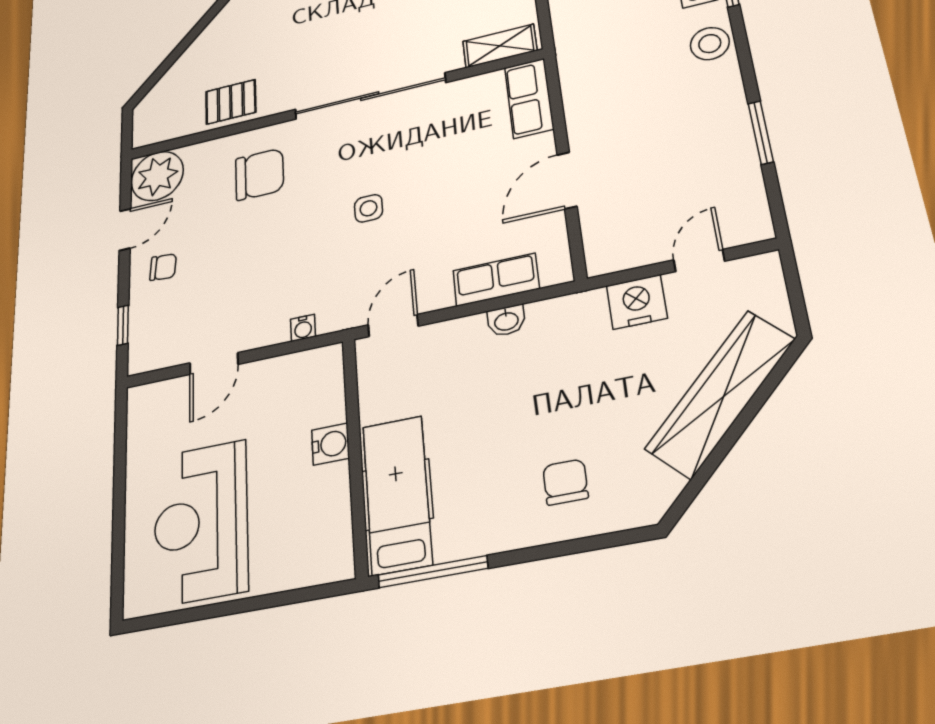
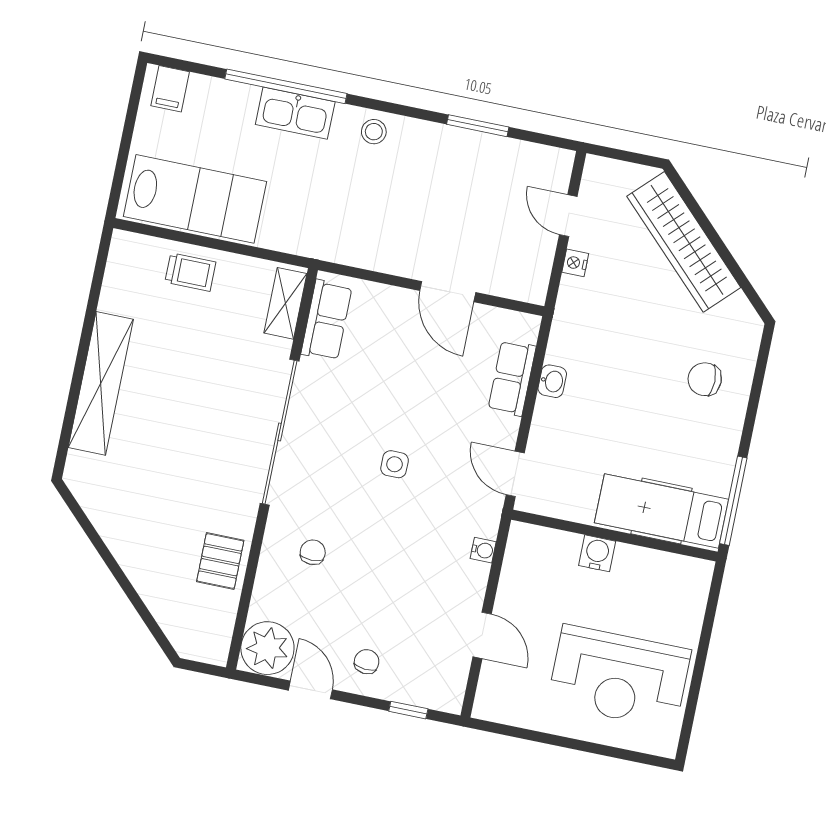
stool: (710, 44) -> (374, 132), width x0.73, depth x0.73
row of seats: (529, 98) -> (327, 320), moved, turned -90
chair: (259, 174) -> (313, 552), width x0.54, depth x0.54
nightstand: (637, 302) -> (575, 263), width x0.53, depth x0.56

